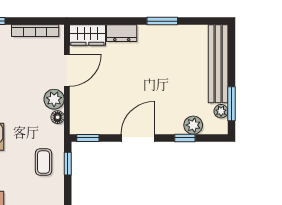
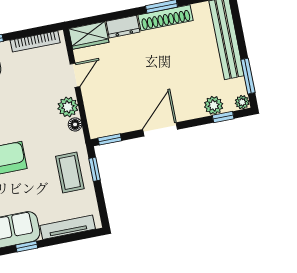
shoe rack: (164, 33) -> (165, 18), added
door: (67, 70) -> (75, 75), width x0.73
plant: (221, 111) -> (242, 102), moved
window: (185, 138) -> (223, 117), moved
coffee table: (44, 162) -> (70, 172), width x1.36, depth x1.30

